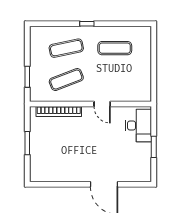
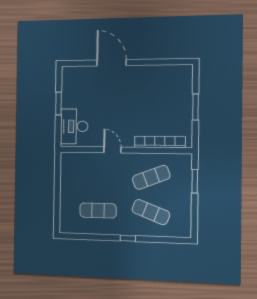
exercise mat: (66, 48) -> (151, 212), turned 33

